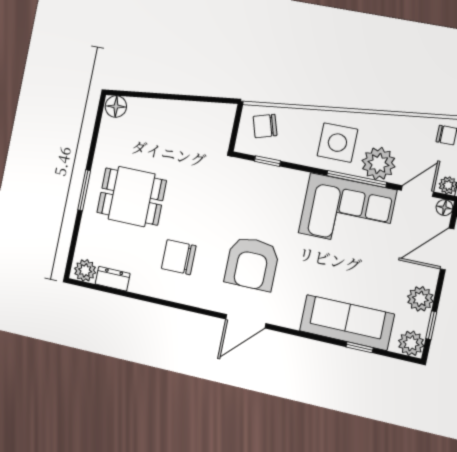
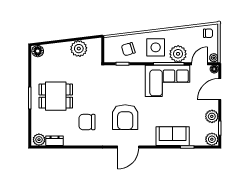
plant: (192, 117) -> (79, 49), added
chair: (265, 126) -> (128, 49), moved
sofa: (347, 322) -> (173, 136), width x0.73

